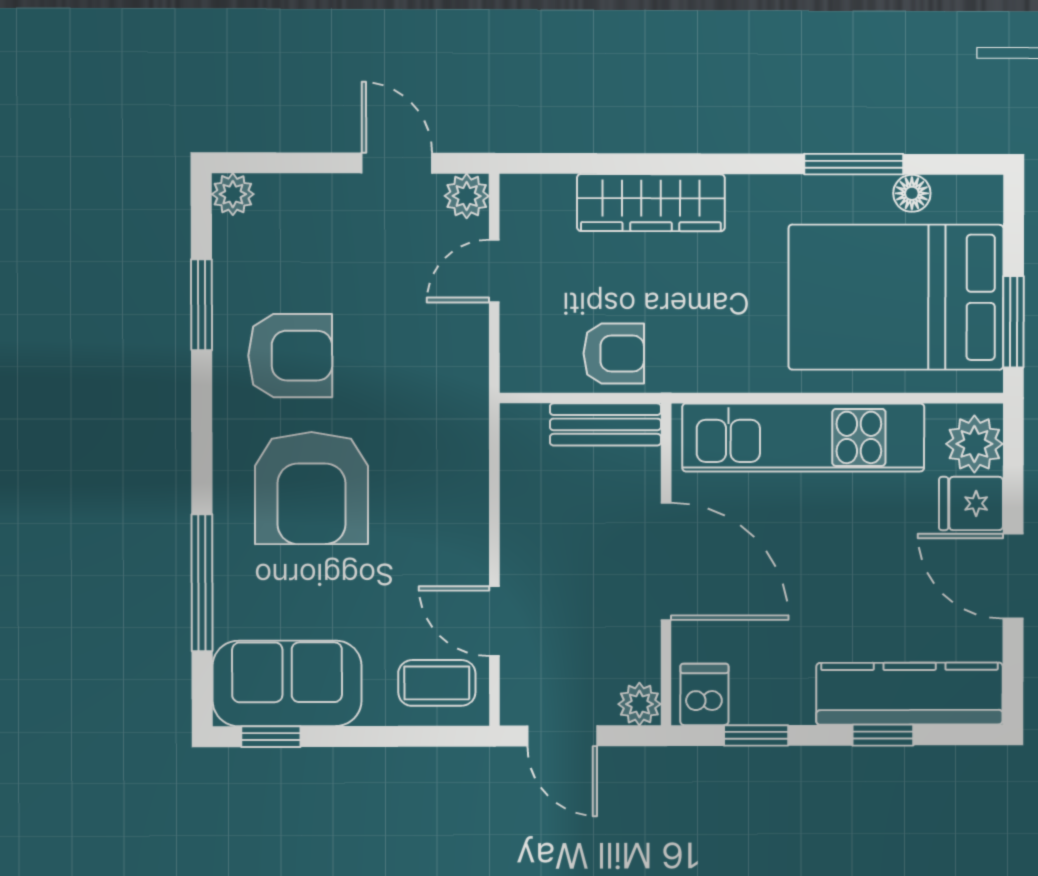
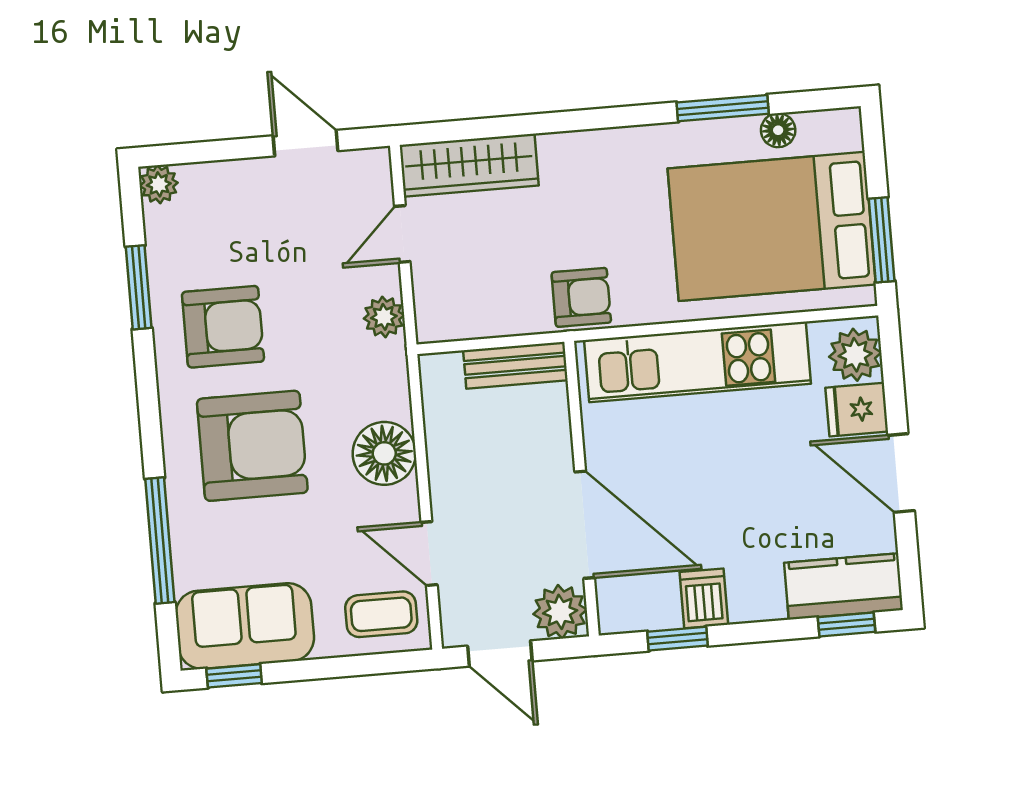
plant: (467, 196) -> (384, 317), moved
wardrobe: (651, 203) -> (469, 165), moved
armchair: (614, 353) -> (581, 297), moved
armchair: (312, 488) -> (252, 446), turned -90
floor lamp: (455, 508) -> (384, 453), added
door: (666, 561) -> (585, 525), moved
dishwasher: (704, 694) -> (704, 598), moved
kitchen counter: (910, 694) -> (844, 586), width x0.67
plant: (639, 704) -> (560, 612), width x1.38, depth x1.38
window: (883, 735) -> (846, 624), moved

